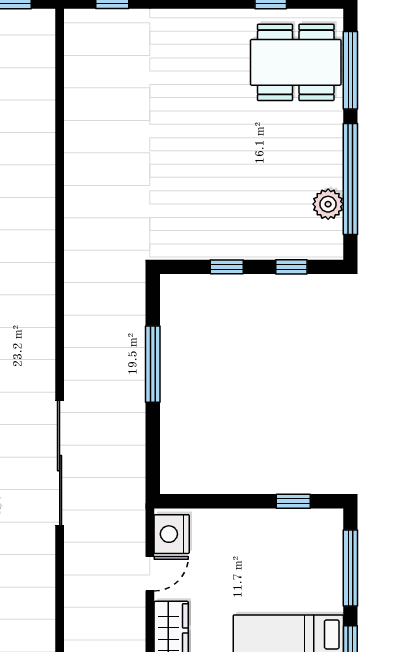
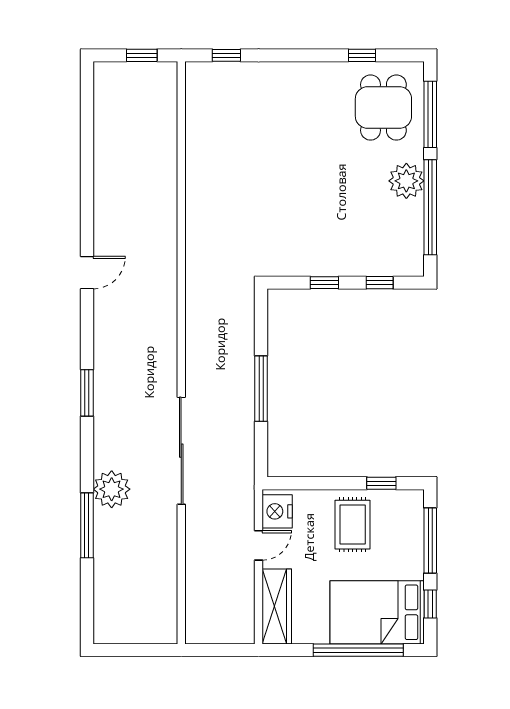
dining table: (296, 62) -> (383, 108), width x0.73
plant: (328, 204) -> (406, 181), moved, width x1.36, depth x1.36
window: (153, 364) -> (261, 389), moved
rug: (260, 549) -> (353, 525), added

